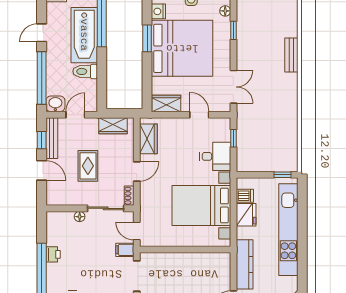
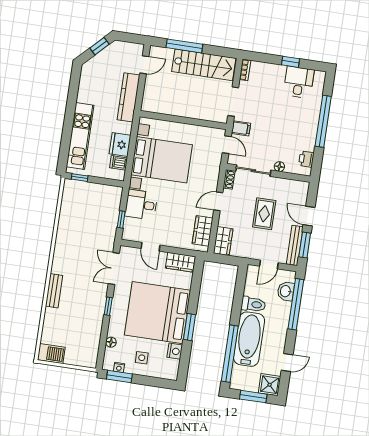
window: (233, 30) -> (108, 306), moved
door: (42, 33) -> (287, 362), moved
washbasin: (55, 104) -> (286, 291), moved, turned 90
wardrobe: (113, 126) -> (223, 241), moved, turned 90
window: (42, 140) -> (305, 245), width x1.50
kitchen unit: (288, 230) -> (80, 136), width x0.73
printer: (53, 254) -> (306, 159), moved

